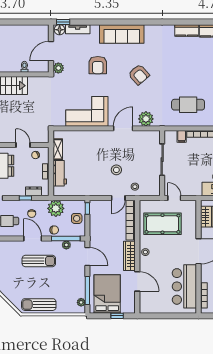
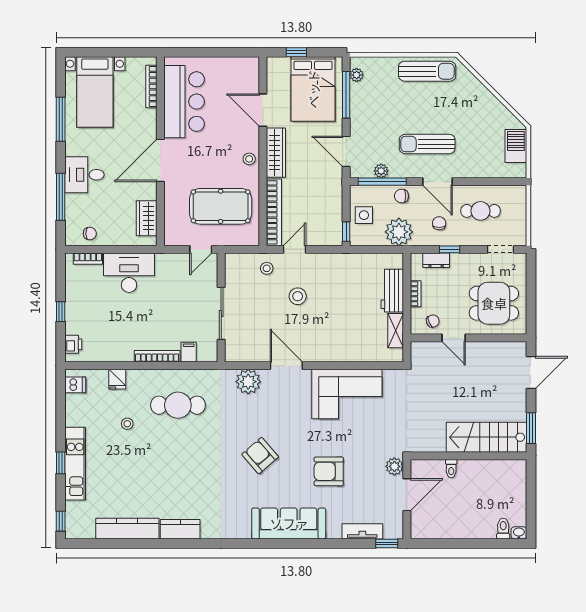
floor lamp: (60, 30) -> (393, 530), removed
armchair: (98, 65) -> (329, 471), turned -90
door: (123, 128) -> (286, 366), swing flipped
door: (174, 198) -> (201, 249), hinge flipped

